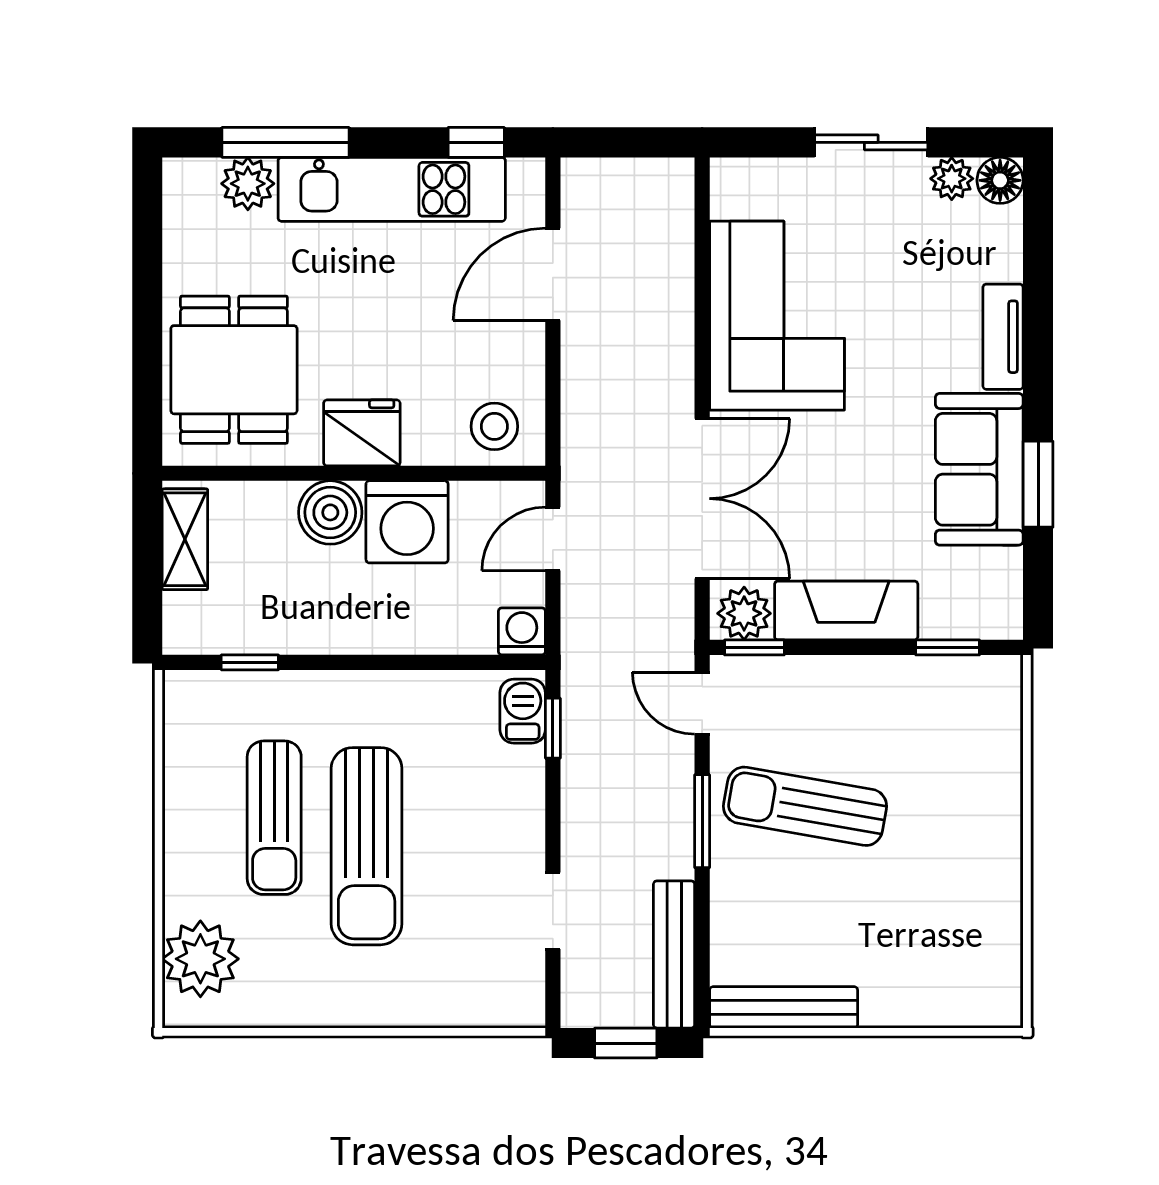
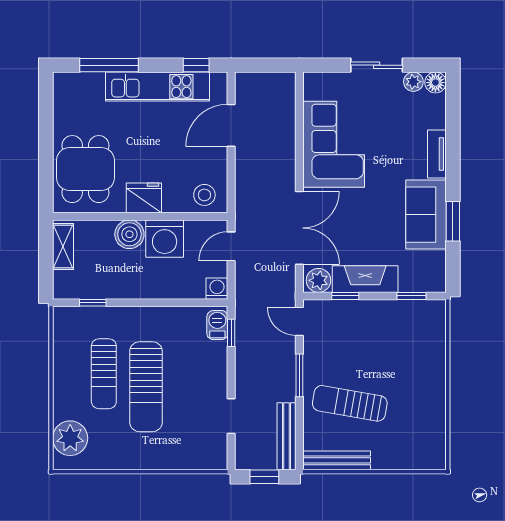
plant: (248, 184) -> (92, 84), removed
window: (754, 647) -> (345, 296), moved
sun lounger: (805, 806) -> (350, 403), moved

